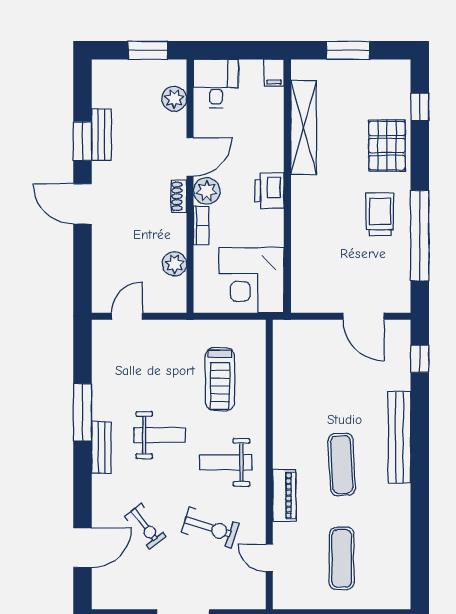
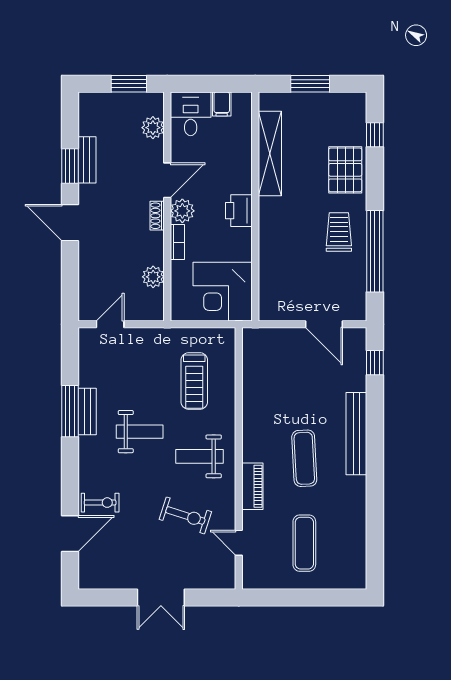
filing cabinet: (274, 73) -> (222, 104), moved
bench: (101, 447) -> (87, 411), moved
exercise bike: (145, 526) -> (100, 503), moved, turned -53

